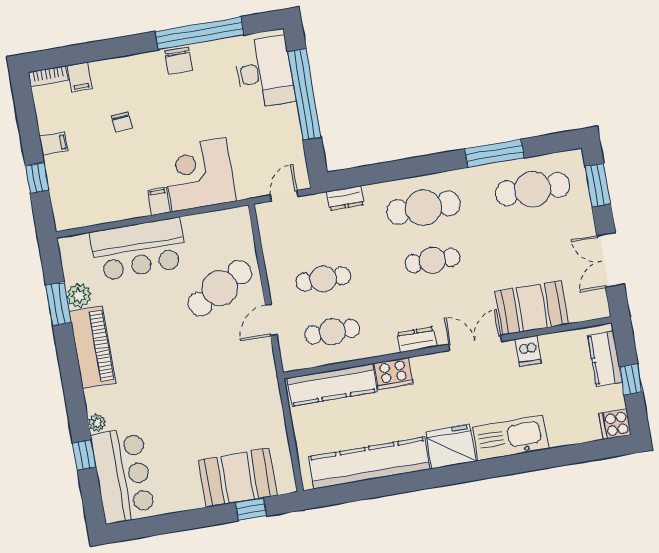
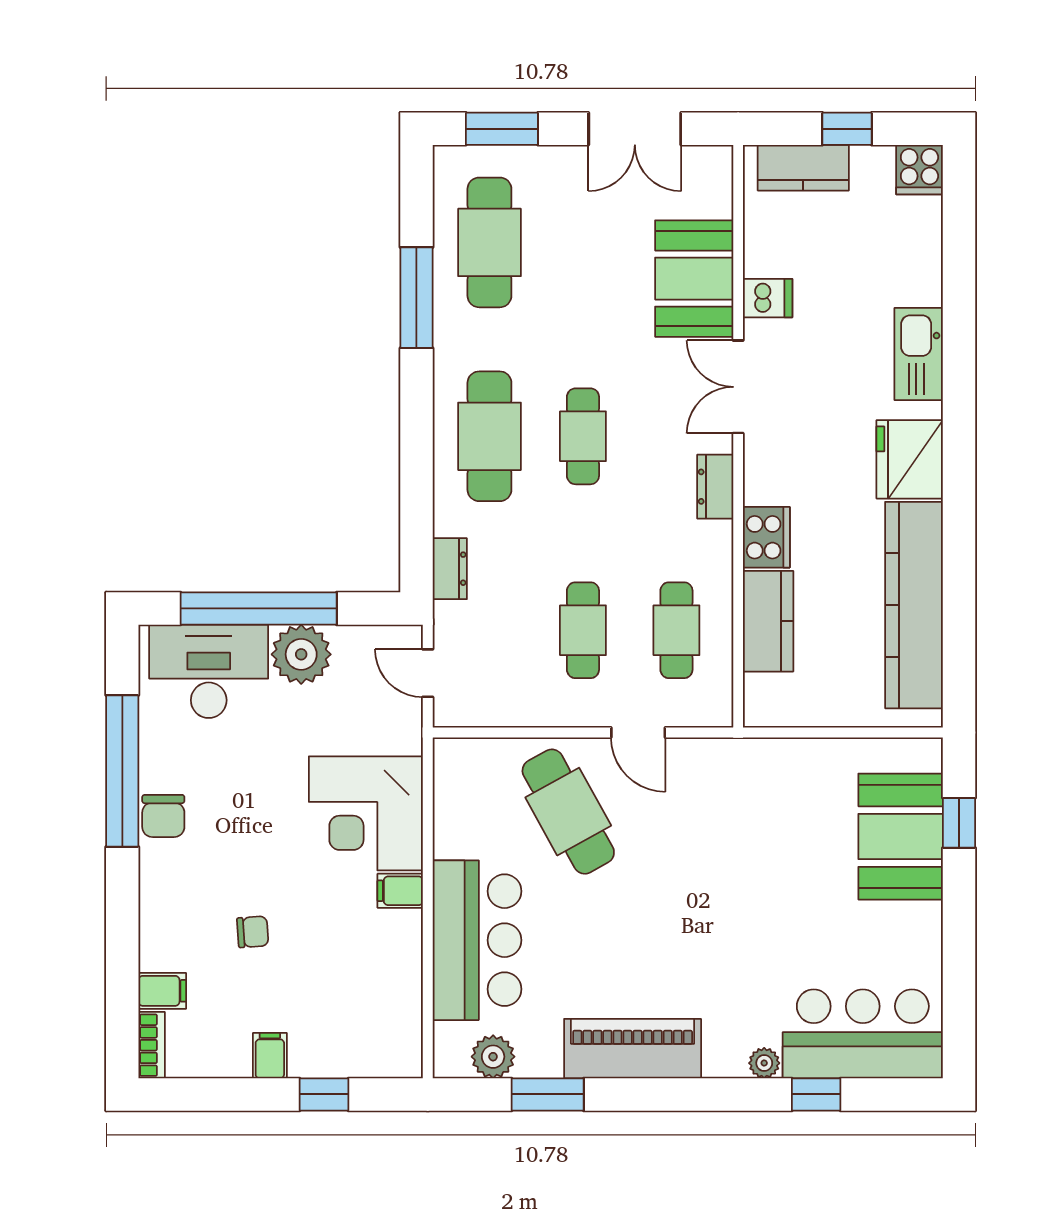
chair: (178, 61) -> (163, 816), turned 90
plant: (283, 123) -> (301, 654), added
plant: (79, 295) -> (493, 1057), moved
kitchen counter: (332, 385) -> (768, 621), width x0.67
kitchen sink: (510, 438) -> (919, 354), width x0.73, depth x0.81

